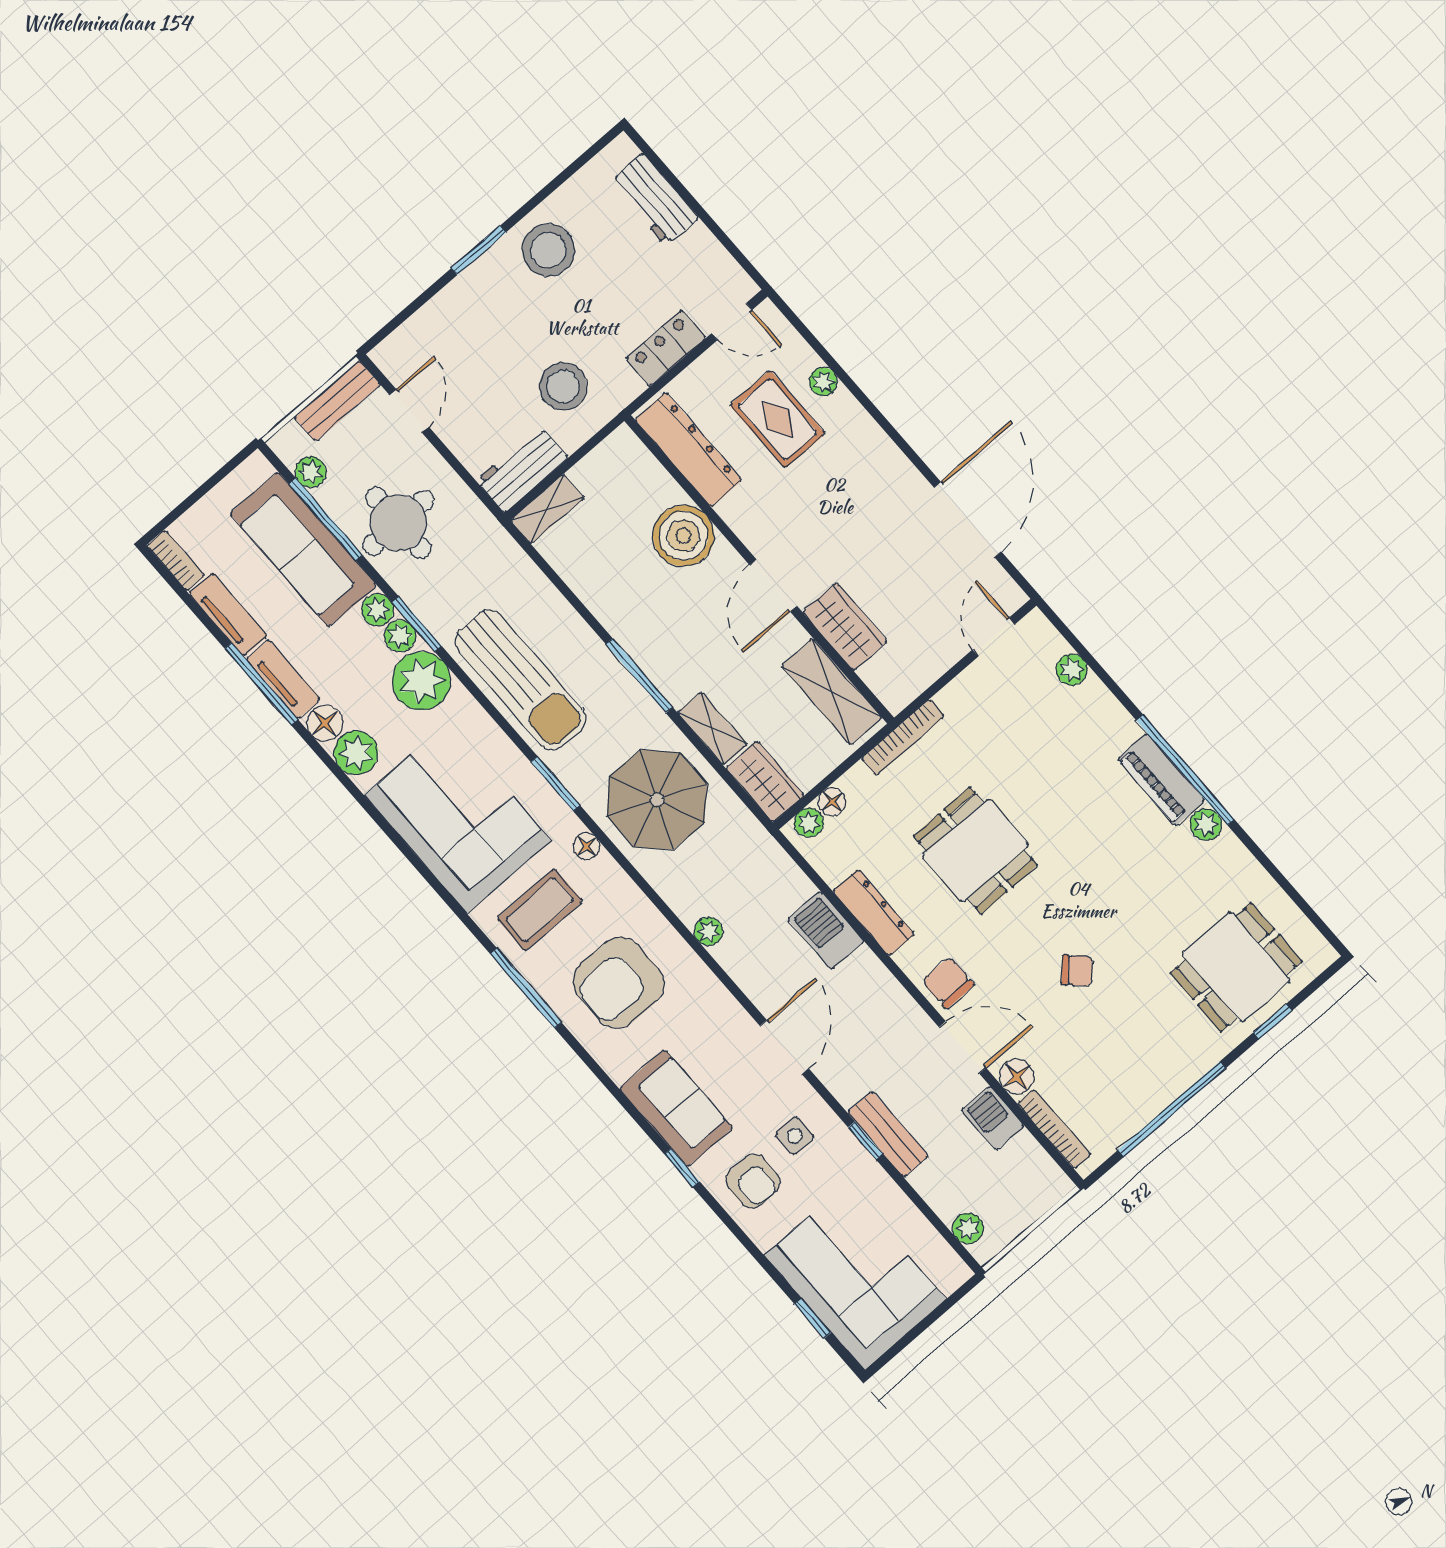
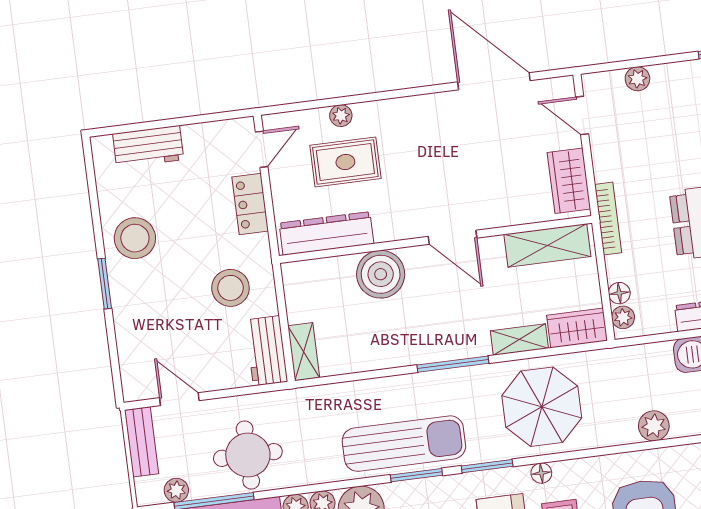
window: (417, 624) -> (416, 475), moved
wardrobe: (845, 627) -> (569, 181), moved, turned -90
plant: (708, 931) -> (654, 426), width x1.38, depth x1.38

